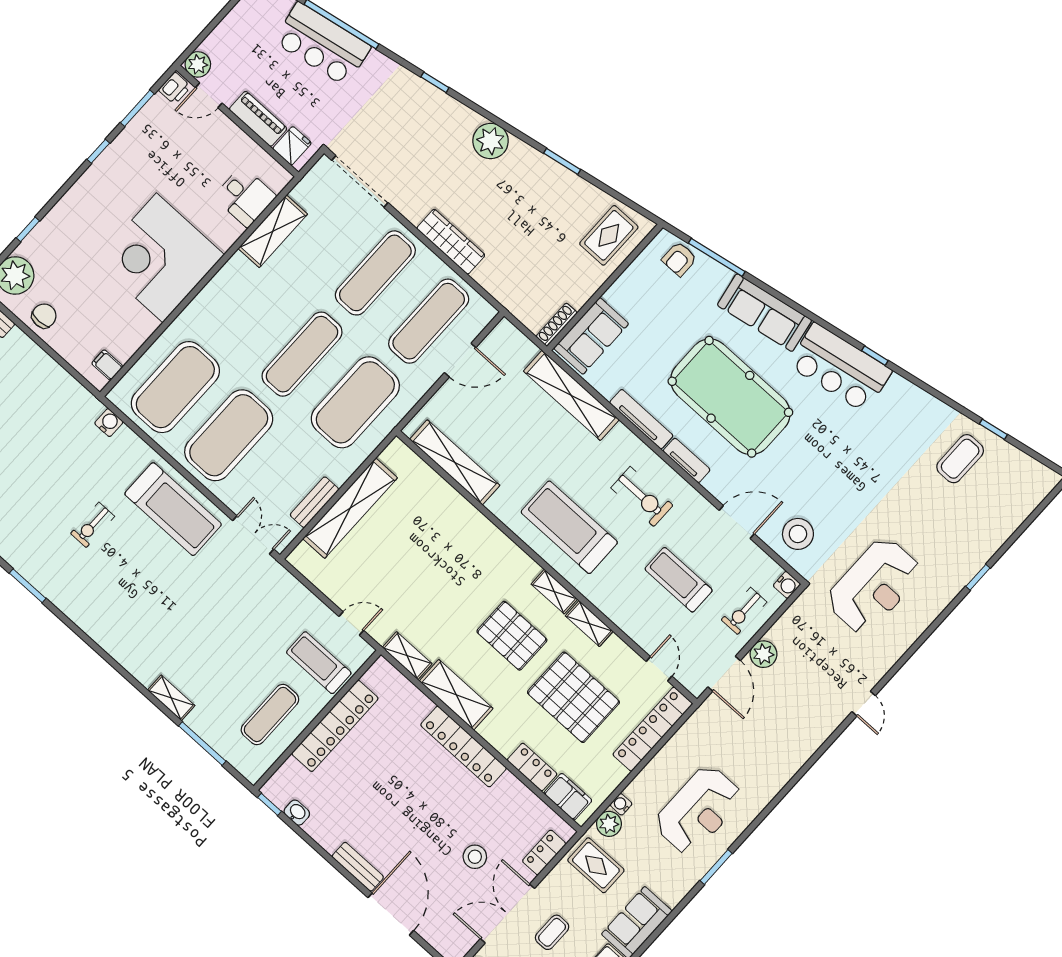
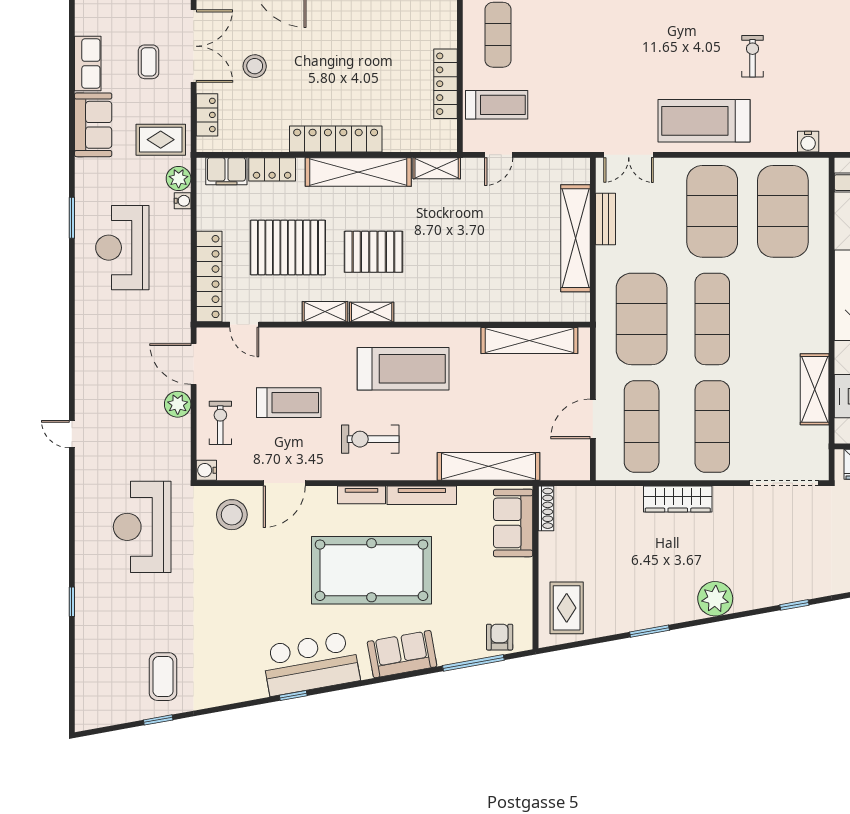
sofa: (764, 313) -> (402, 654), width x0.73
shelving: (456, 695) -> (358, 172), width x1.47
locker: (335, 726) -> (445, 84), width x0.71, depth x0.83

